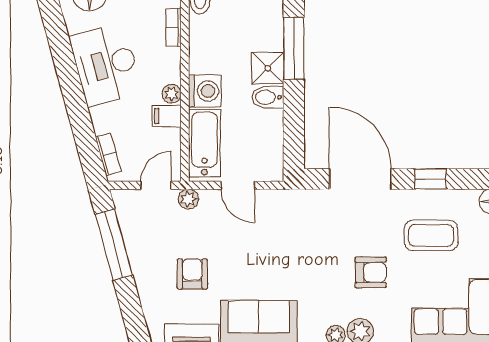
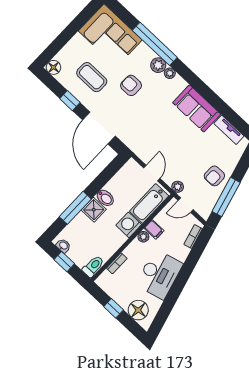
armchair: (192, 274) -> (214, 176), moved

